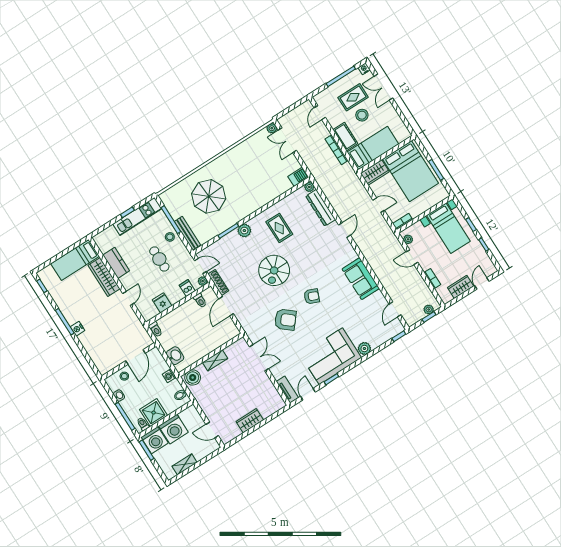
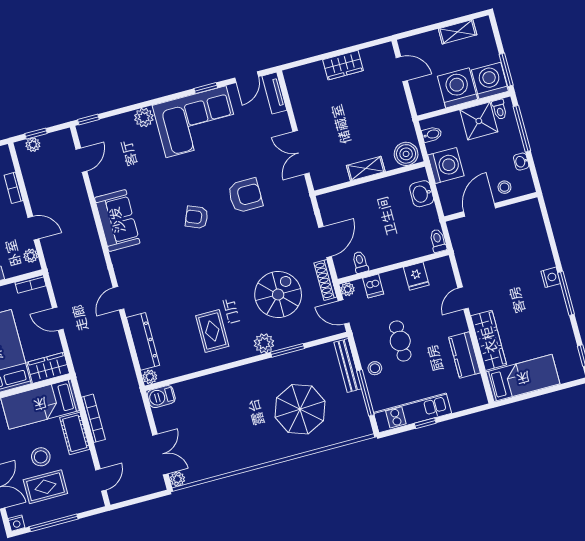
spiral stairs: (274, 270) -> (278, 295), moved
armchair: (285, 320) -> (245, 195), turned 140
washing machine: (169, 376) -> (446, 165), width x1.89, depth x1.89

